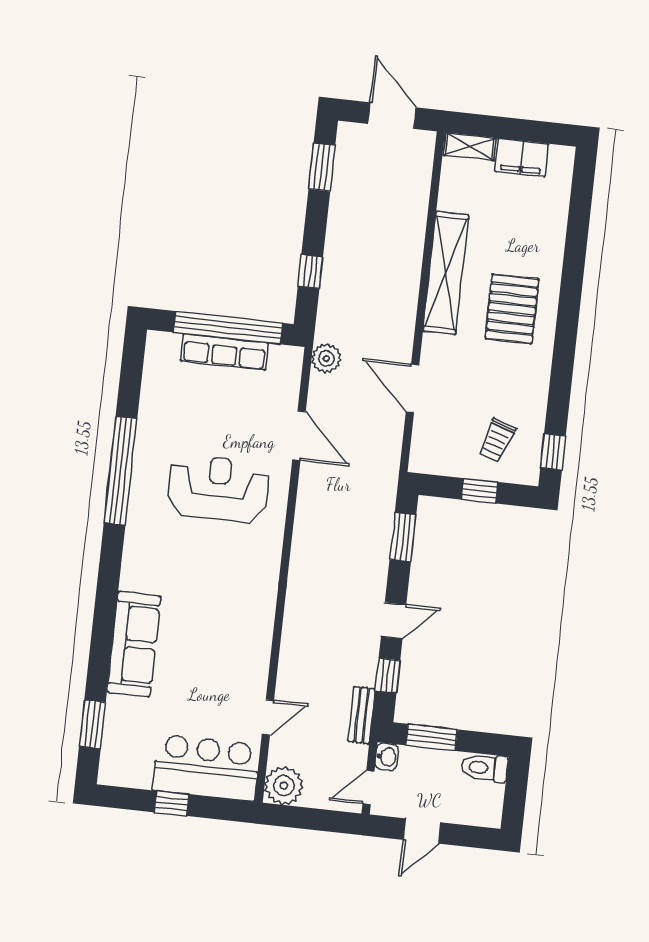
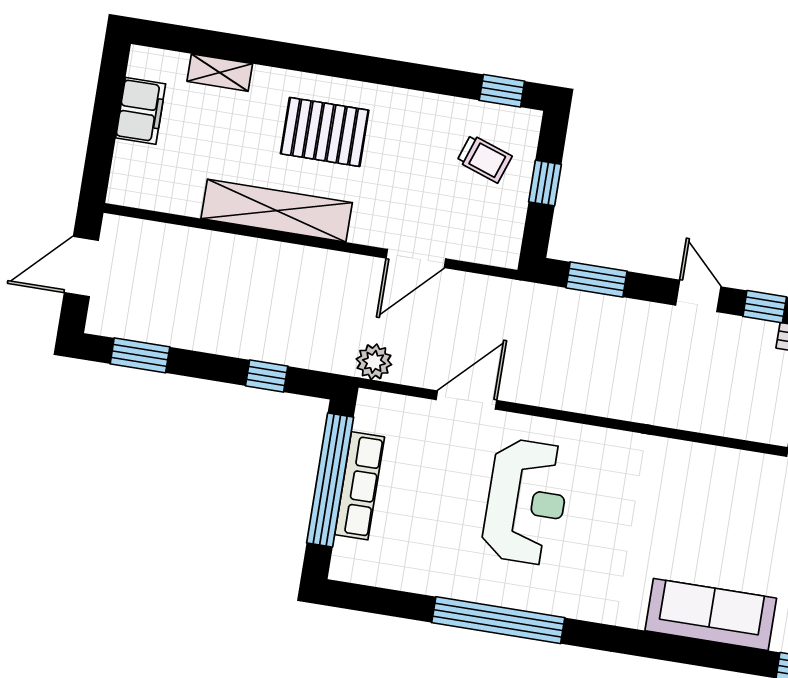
shelving: (470, 147) -> (220, 73), moved, turned 90
reception desk: (218, 489) -> (526, 502), turned 180

